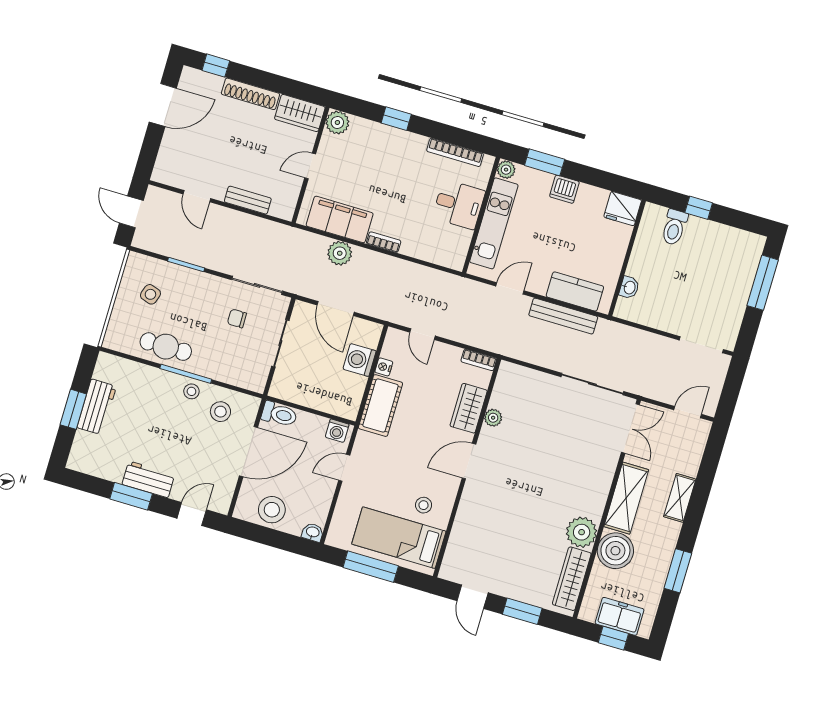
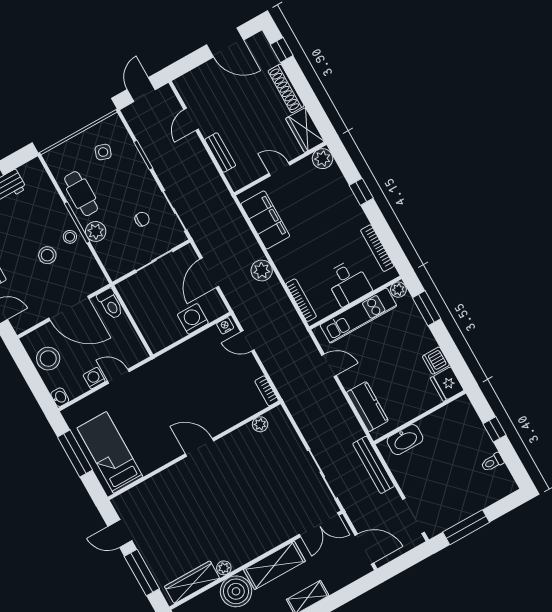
dishwasher: (564, 189) -> (436, 361), moved
toilet: (674, 227) -> (492, 462), moved, width x0.73, depth x0.72
bookcase: (384, 242) -> (301, 300), moved, width x1.56
plant: (340, 253) -> (262, 271), moved
window: (763, 283) -> (466, 527), moved
washbasin: (629, 287) -> (405, 440), width x1.91, depth x1.45
bench: (563, 316) -> (374, 465), moved
chair: (237, 318) -> (142, 219), turned 90
door: (422, 334) -> (247, 341), hinge flipped
plant: (208, 366) -> (96, 231), added
nightstand: (384, 367) -> (225, 326), moved
cot: (380, 406) -> (178, 360), removed
wardrobe: (469, 408) -> (231, 415), removed
stool: (220, 412) -> (47, 255), moved
door: (688, 412) -> (364, 549), width x1.38
plant: (493, 418) -> (260, 424), moved
washing machine: (337, 431) -> (94, 378), moved, turned 90
stool: (424, 505) -> (145, 447), removed
plant: (582, 532) -> (224, 568), width x0.53, depth x0.53
door: (473, 597) -> (120, 534), hinge flipped
window: (522, 611) -> (142, 573), width x1.44

